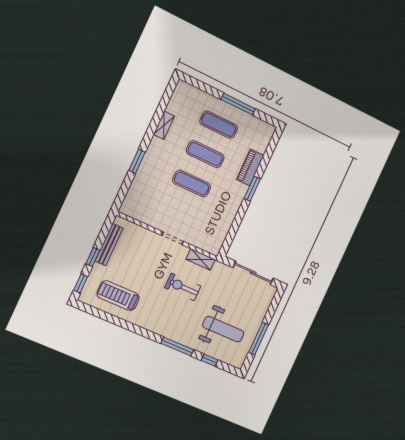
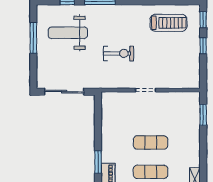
window: (137, 161) -> (203, 115), moved
bench: (109, 245) -> (195, 62), removed
shelving: (201, 259) -> (114, 83), removed

